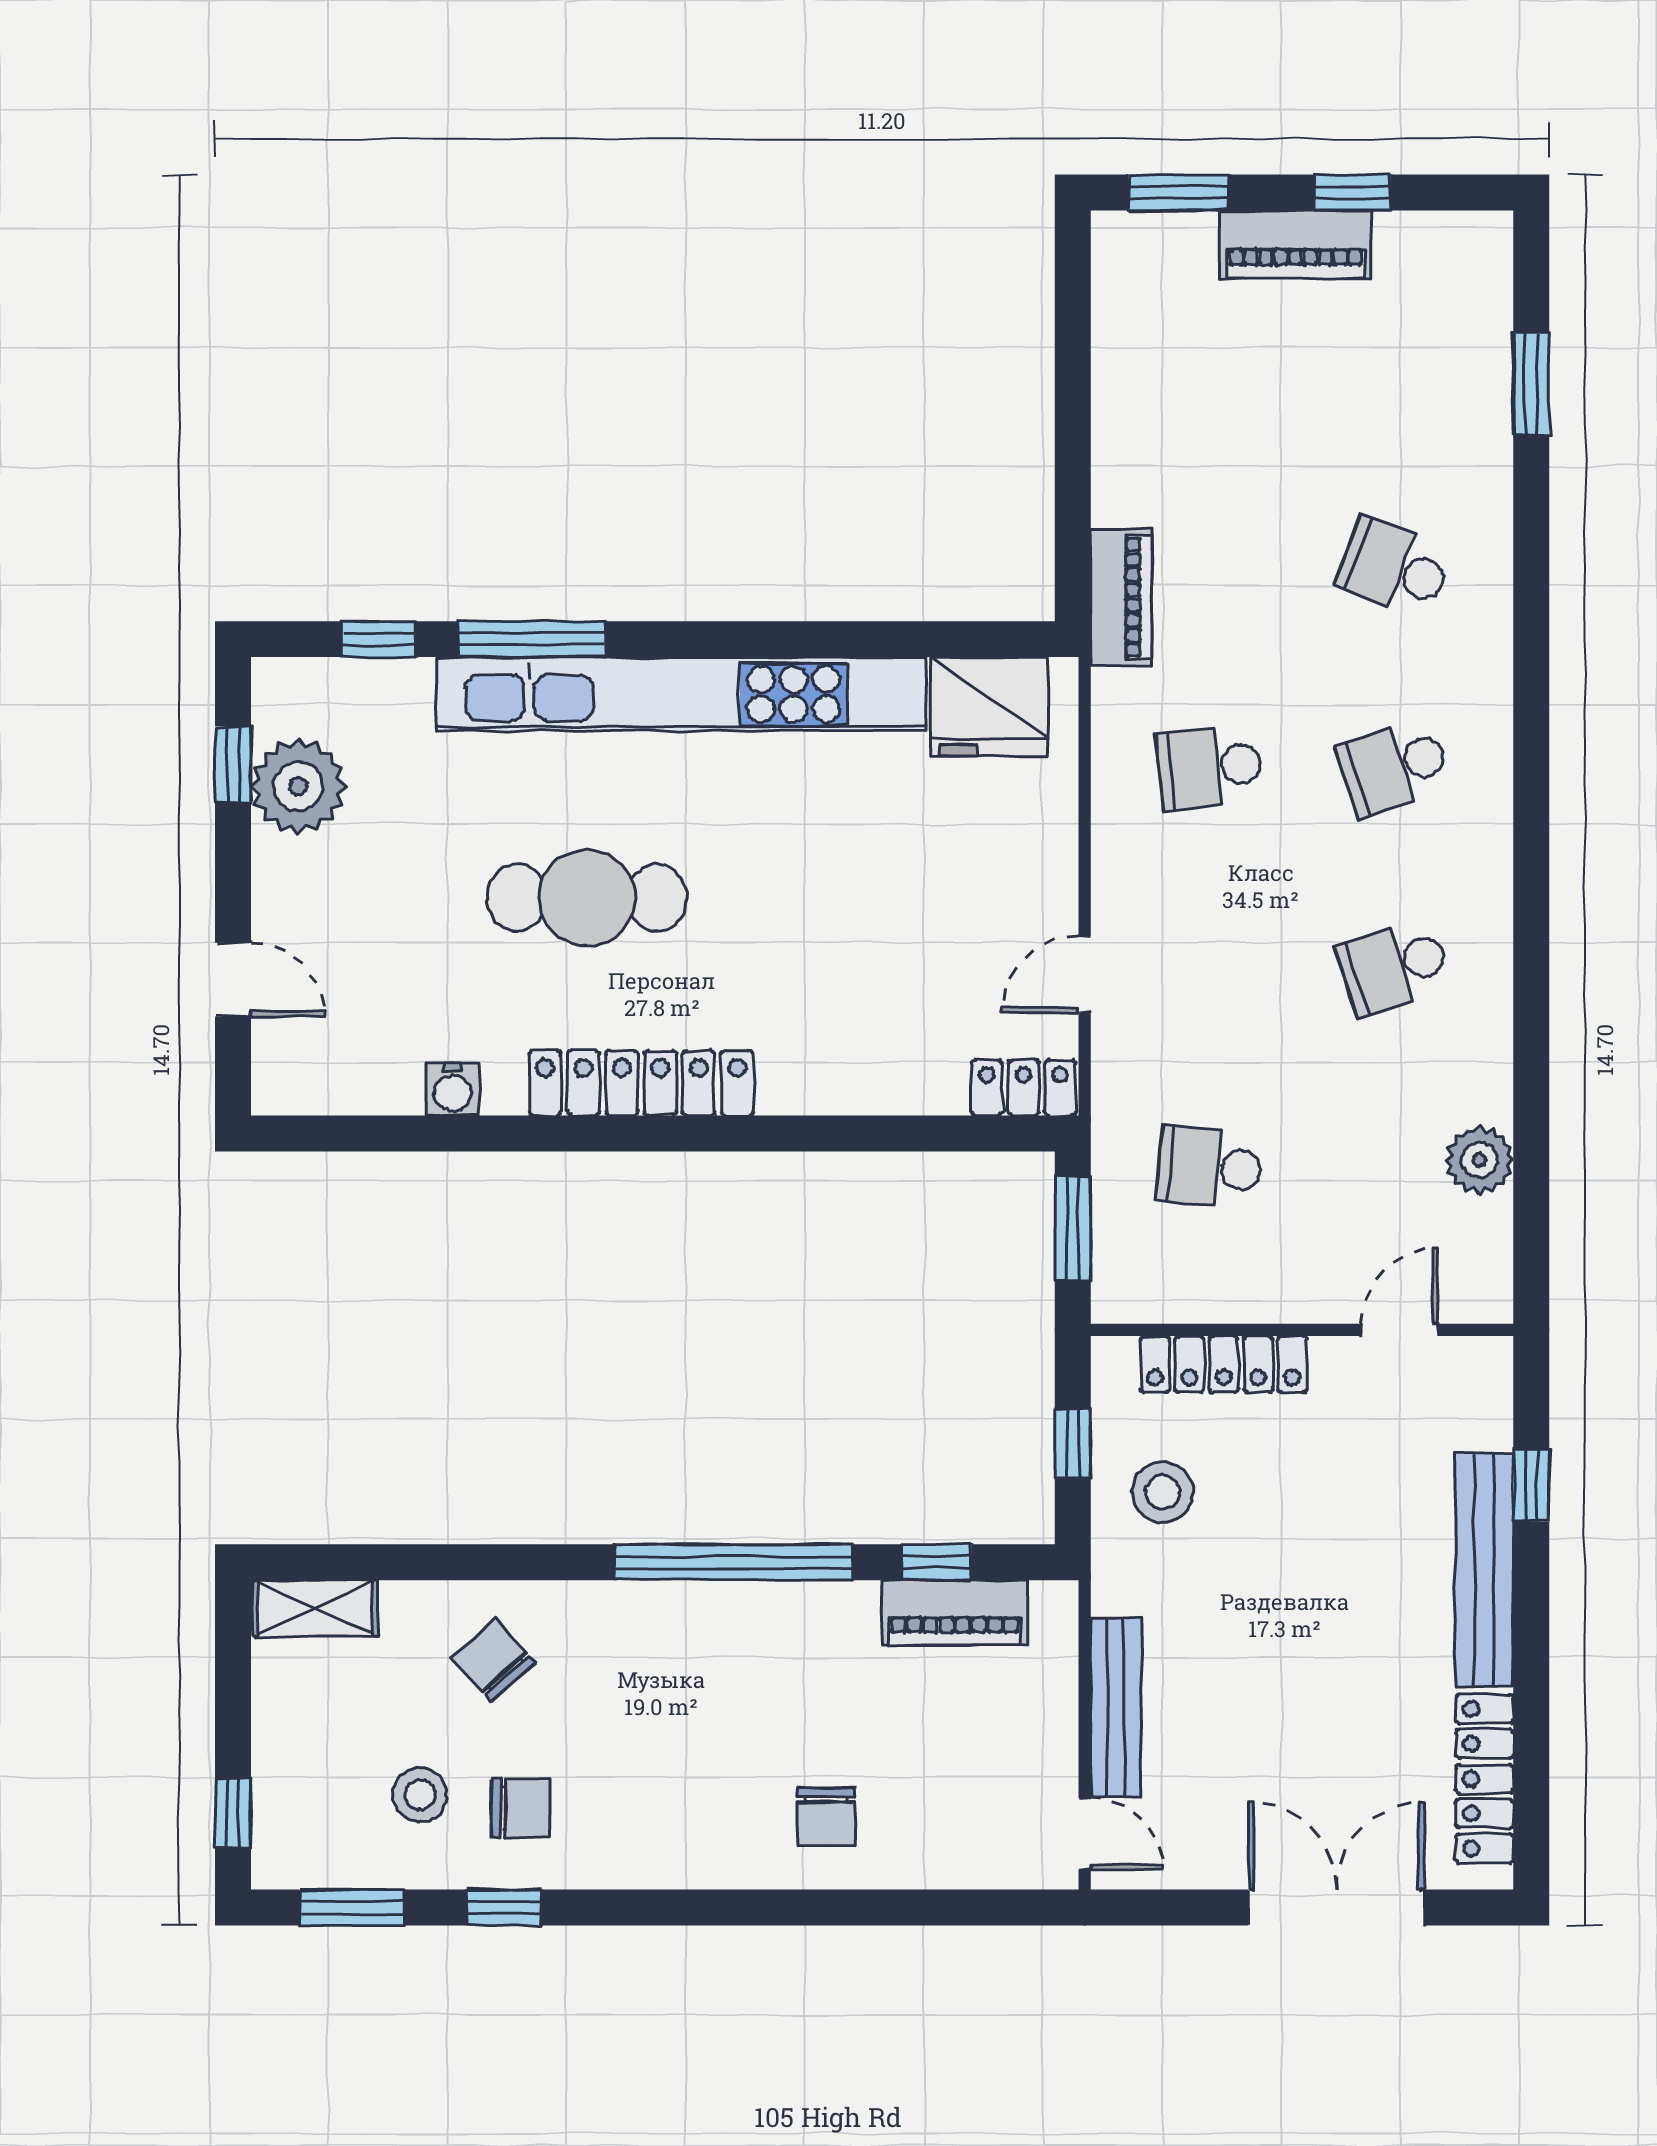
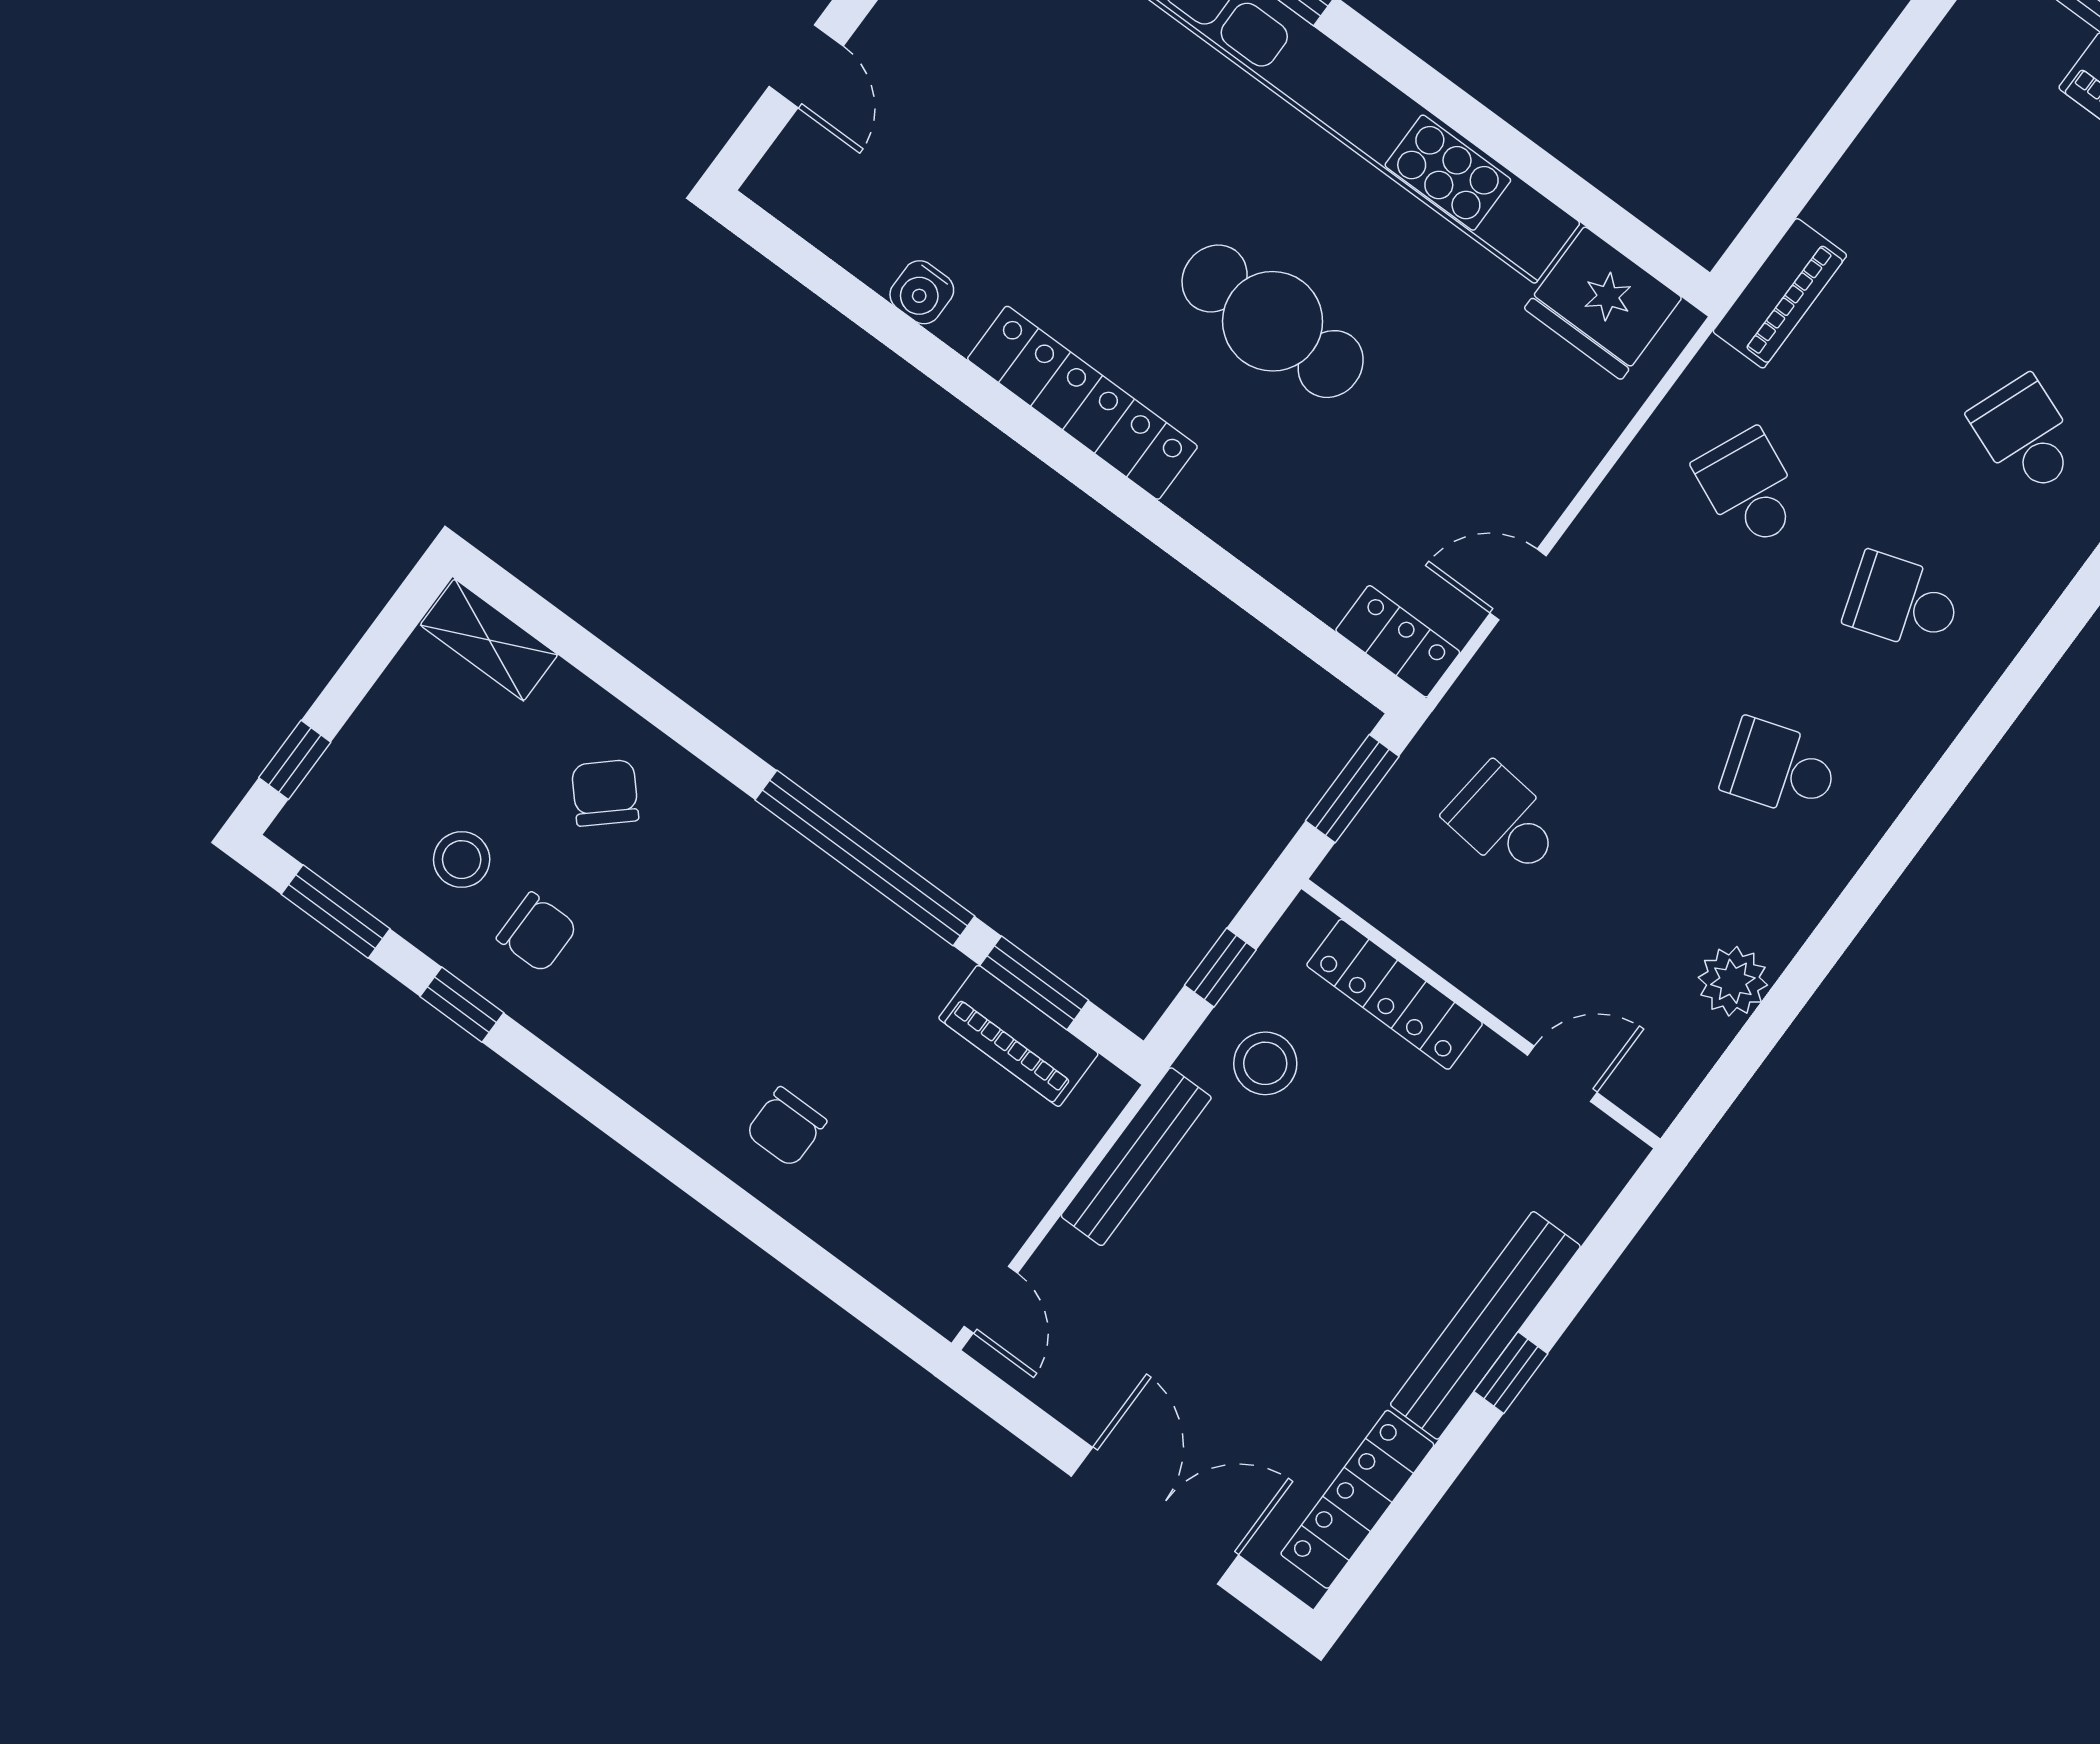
school desk: (1210, 767) -> (1749, 489), turned 30
cafe table: (587, 898) -> (1273, 321), moved
window: (1531, 1485) -> (1511, 1373), moved
window: (936, 1562) -> (1034, 983), width x1.50
bench: (1116, 1707) -> (1136, 1157), moved

